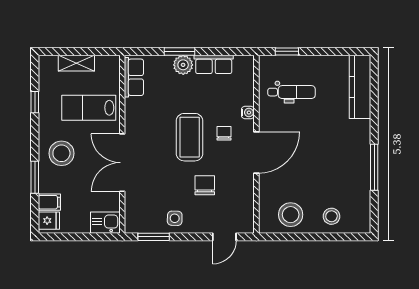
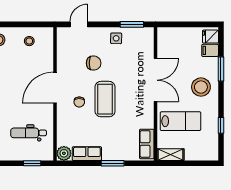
shelving: (76, 63) -> (171, 155), moved
plant: (183, 65) -> (64, 153), moved
water cooler: (248, 112) -> (61, 118), removed
chair: (205, 185) -> (94, 63), turned -90
stool: (291, 215) -> (29, 41), width x0.53, depth x0.53
kitchen sink: (105, 223) -> (168, 35), removed

